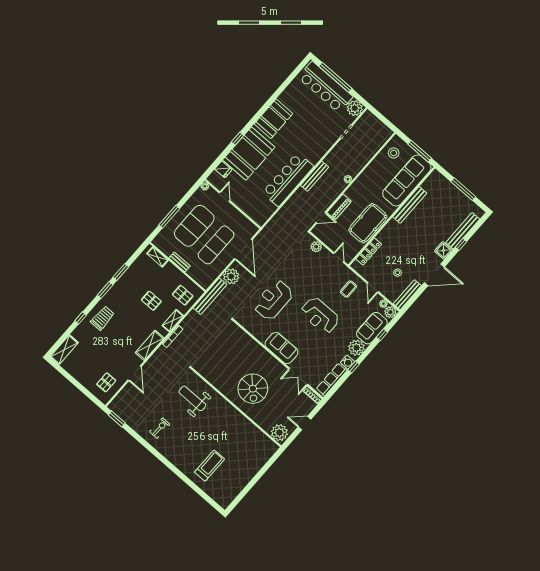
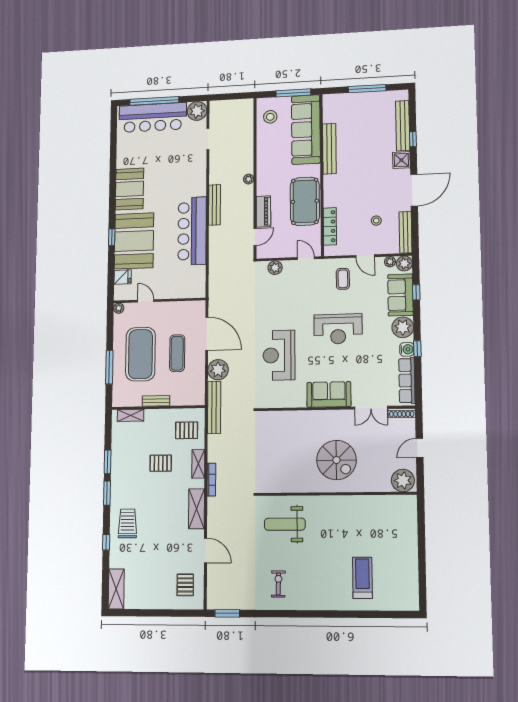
exercise mat: (216, 245) -> (177, 353), width x0.73, depth x0.69

